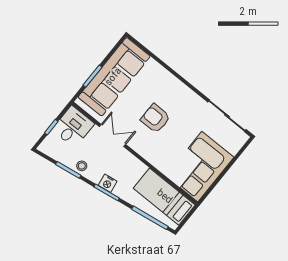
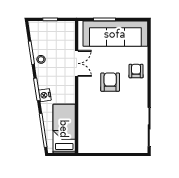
armchair: (165, 86) -> (136, 71), added
desk: (73, 127) -> (62, 33), removed
corner sofa: (200, 167) -> (102, 136), removed
nightstand: (108, 183) -> (45, 95), moved

